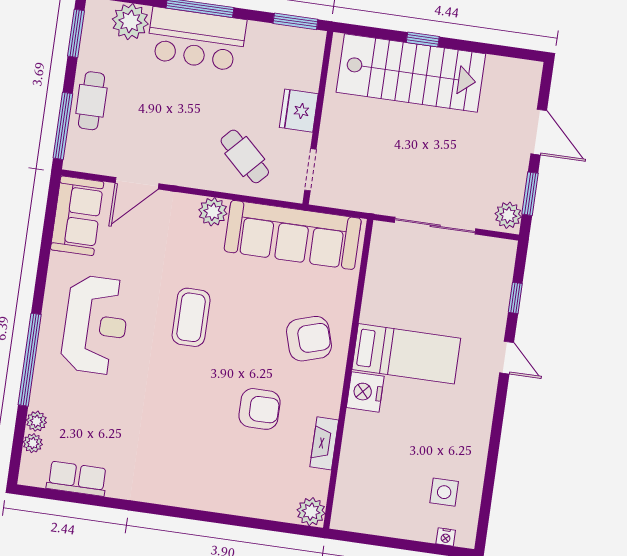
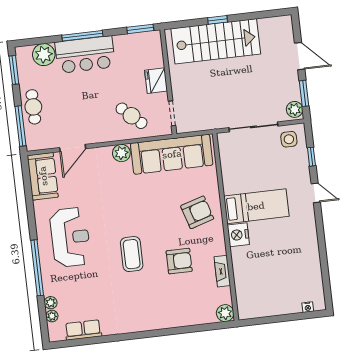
coffee table: (191, 317) -> (132, 254), moved
side table: (444, 492) -> (289, 139), moved

